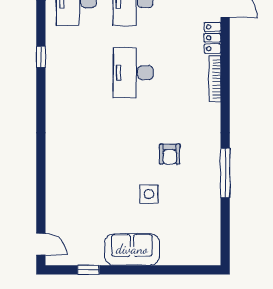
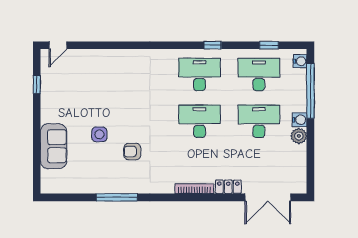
desk: (76, 73) -> (199, 74), added
sofa: (132, 249) -> (54, 146), moved

